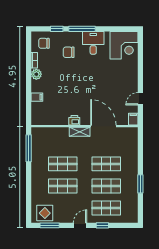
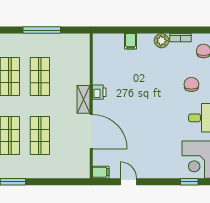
window: (140, 54) -> (189, 182), added
door: (103, 126) -> (91, 132), hinge flipped
window: (29, 148) -> (42, 30), moved

